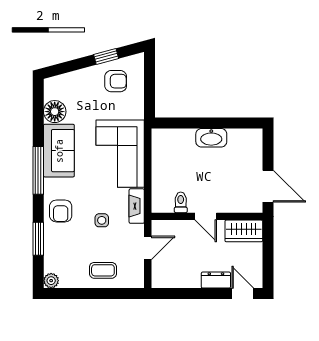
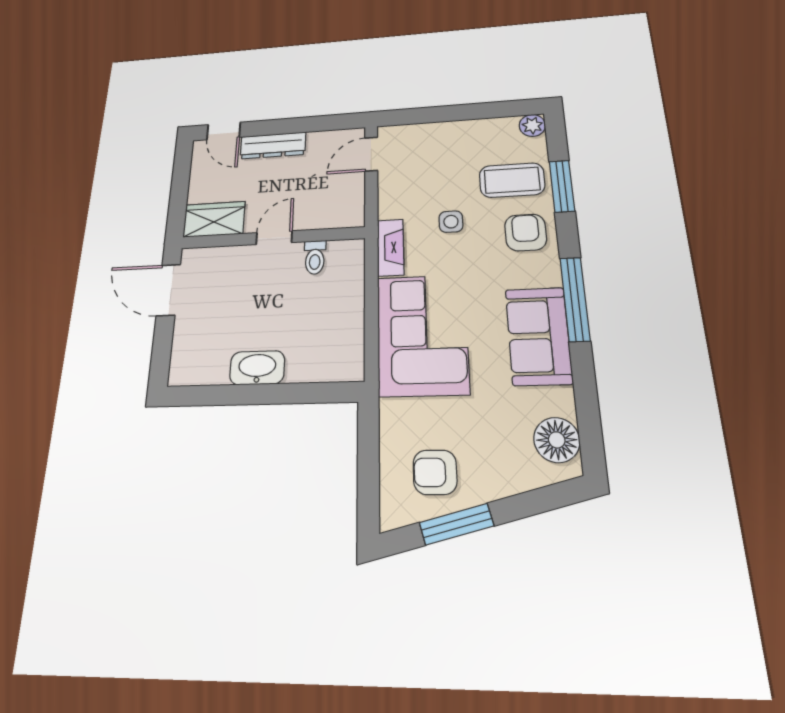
window: (106, 56) -> (456, 524), width x1.50
floor lamp: (55, 112) -> (557, 440), moved
door: (206, 216) -> (274, 238), hinge flipped
door: (148, 248) -> (371, 154), moved
coffee table: (103, 270) -> (512, 180), moved, width x1.36, depth x1.30
dresser: (216, 280) -> (273, 145), width x1.44

